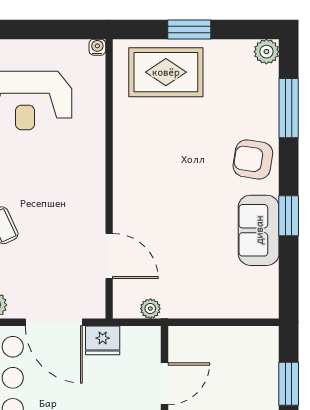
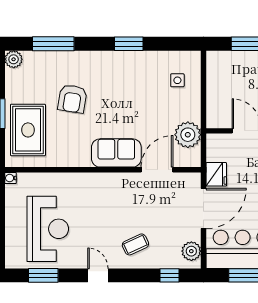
armchair: (253, 159) -> (72, 99), moved
sofa: (259, 230) -> (116, 153), moved, turned 180
side table: (237, 285) -> (177, 80), added
plant: (150, 309) -> (188, 135), width x1.87, depth x1.87

